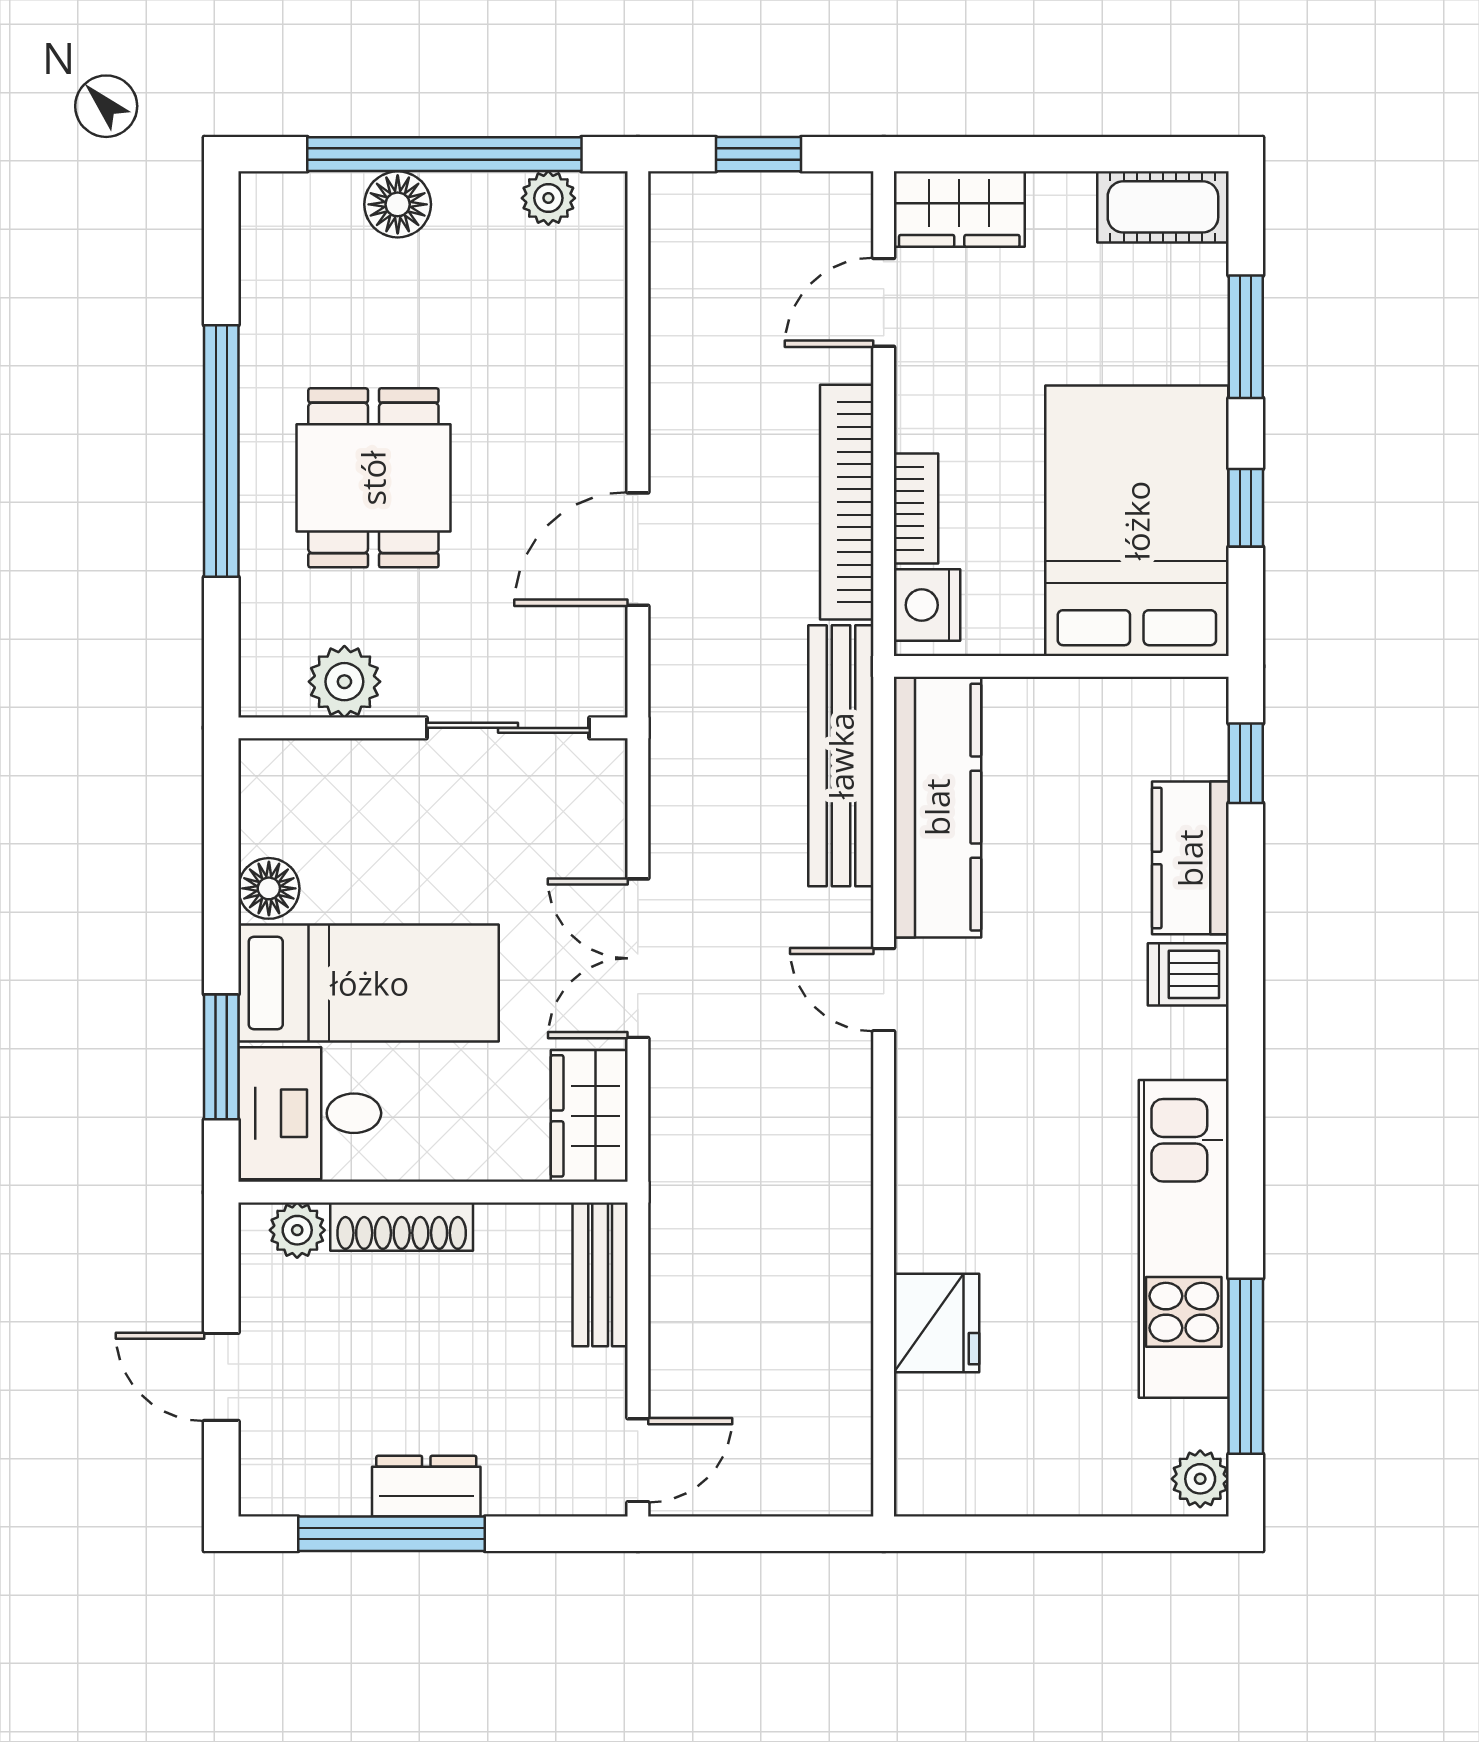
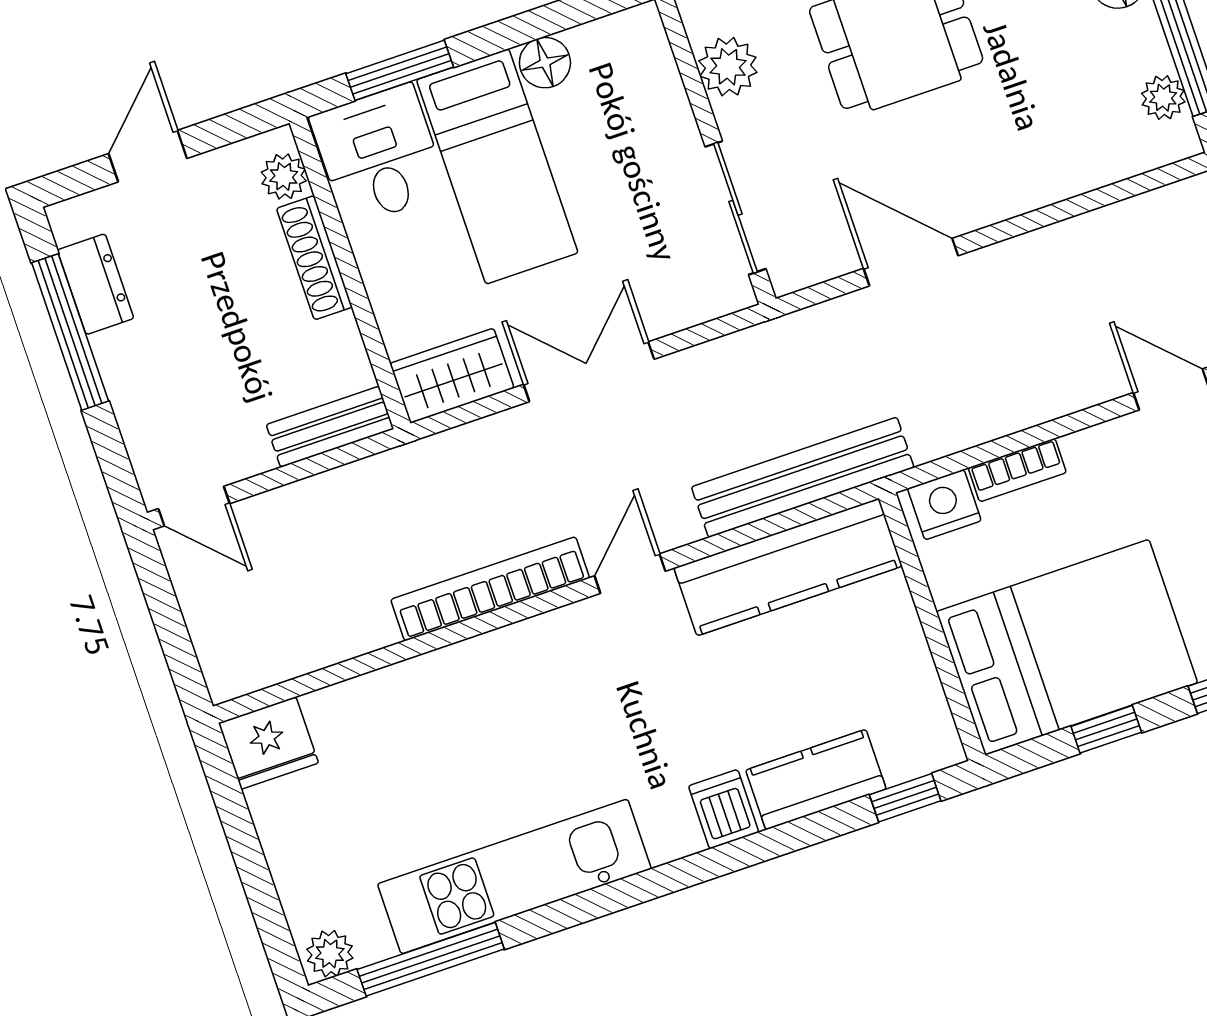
bookcase: (847, 502) -> (490, 589), moved
fridge: (936, 1323) -> (268, 743), moved
dresser: (426, 1486) -> (96, 284), moved

